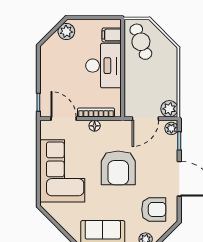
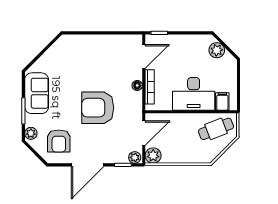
plant: (66, 31) -> (217, 50), moved
door: (145, 119) -> (144, 133), swing flipped
corner sofa: (62, 171) -> (95, 55), removed

